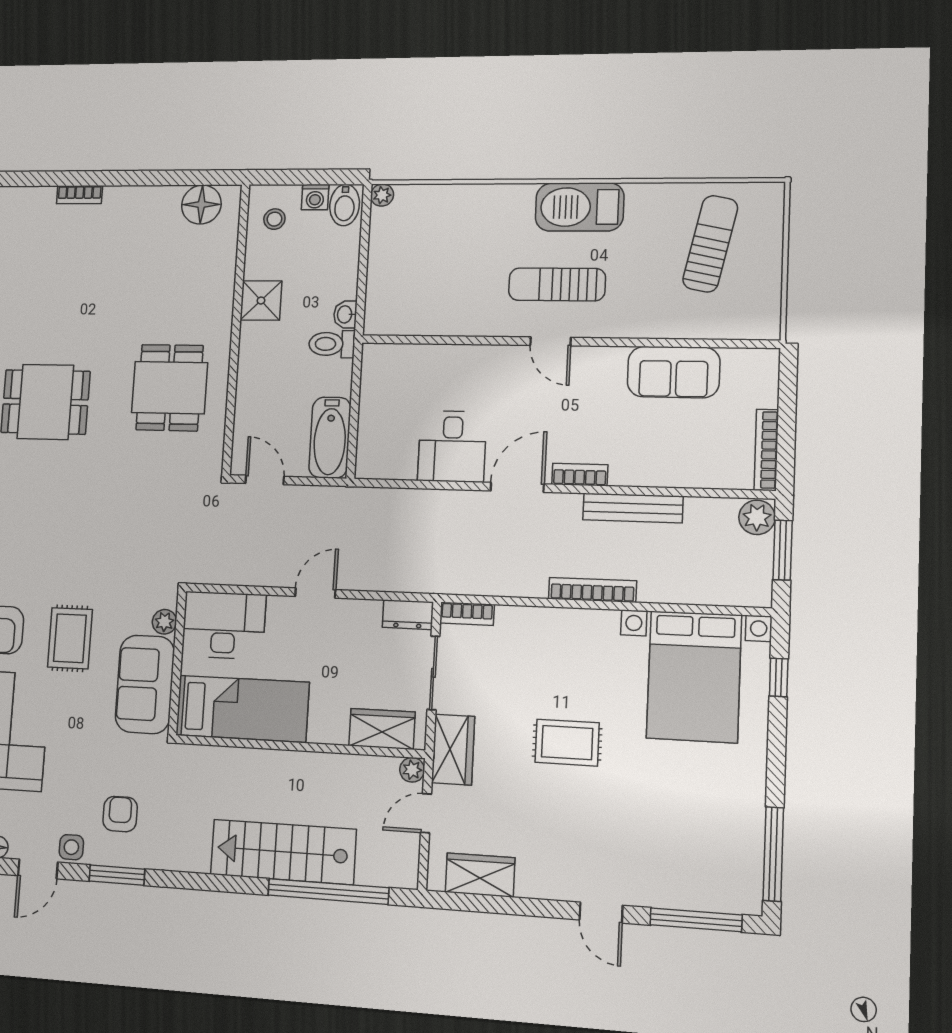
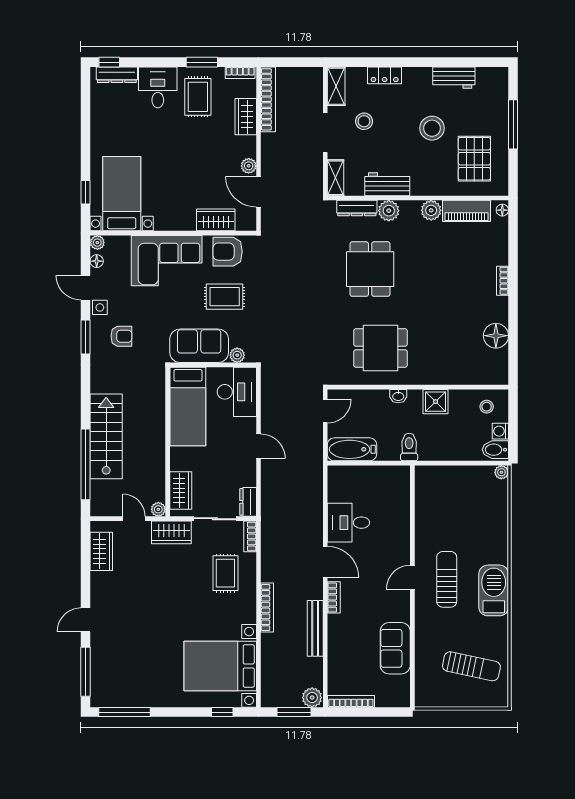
floor lamp: (201, 205) -> (496, 336), moved
washbasin: (345, 314) -> (398, 396), moved, turned 180
rug: (567, 743) -> (225, 573), moved

